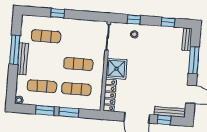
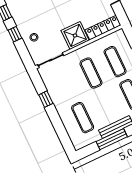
window: (58, 13) -> (46, 99), moved
window: (134, 19) -> (15, 34), moved

